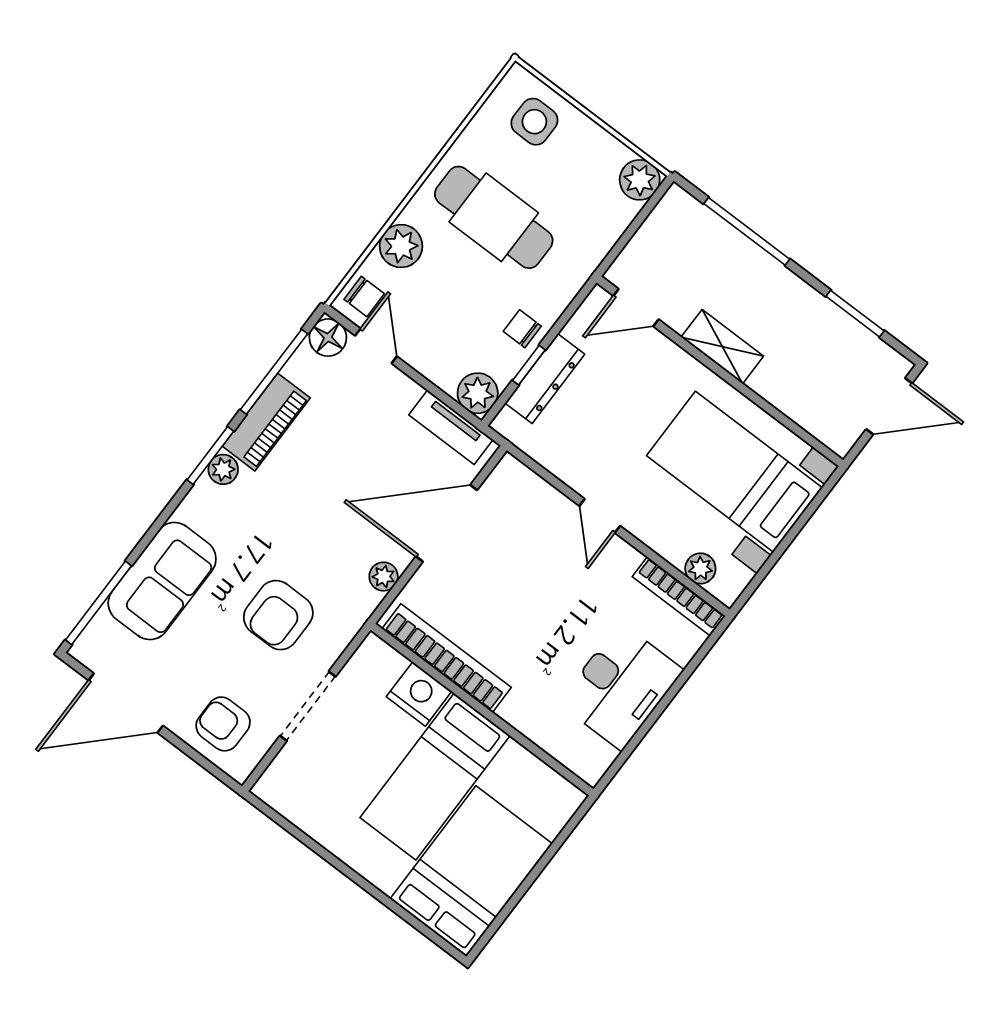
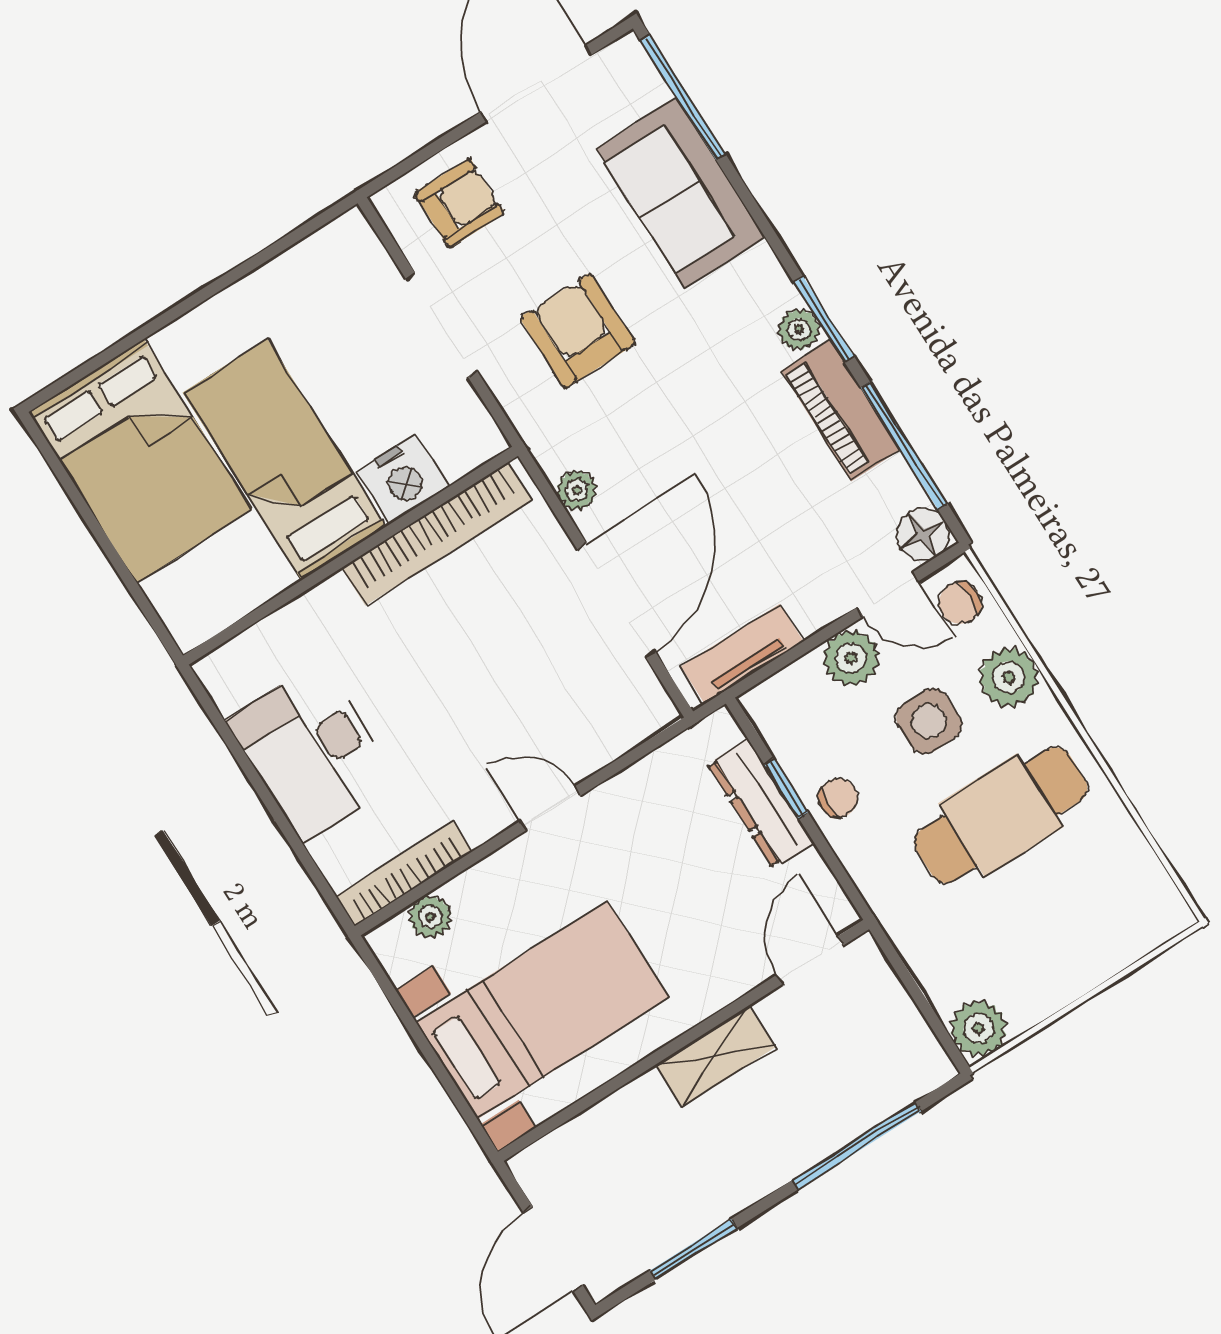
side table: (534, 122) -> (929, 721), moved
plant: (478, 393) -> (851, 658), moved

